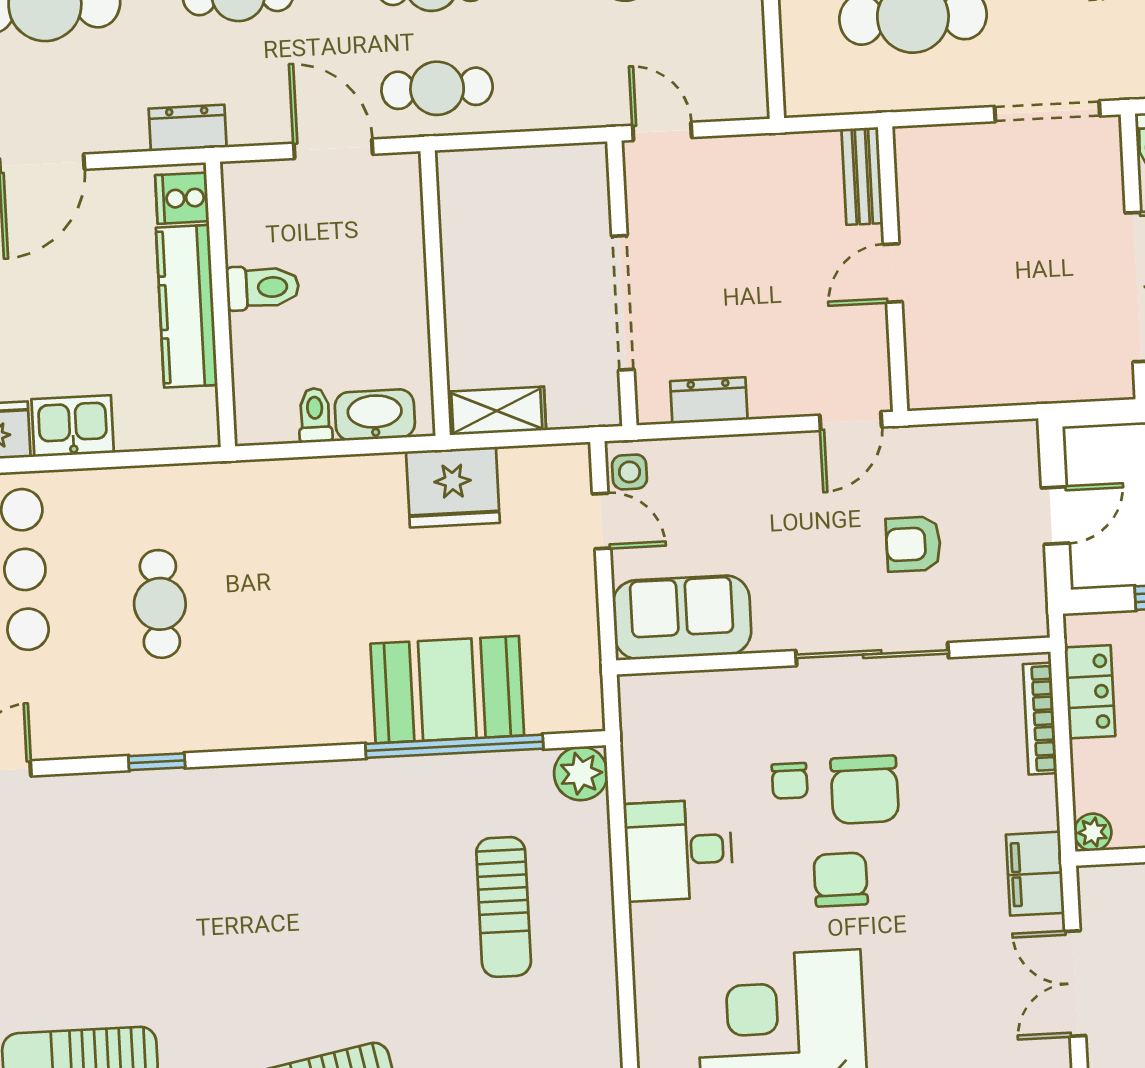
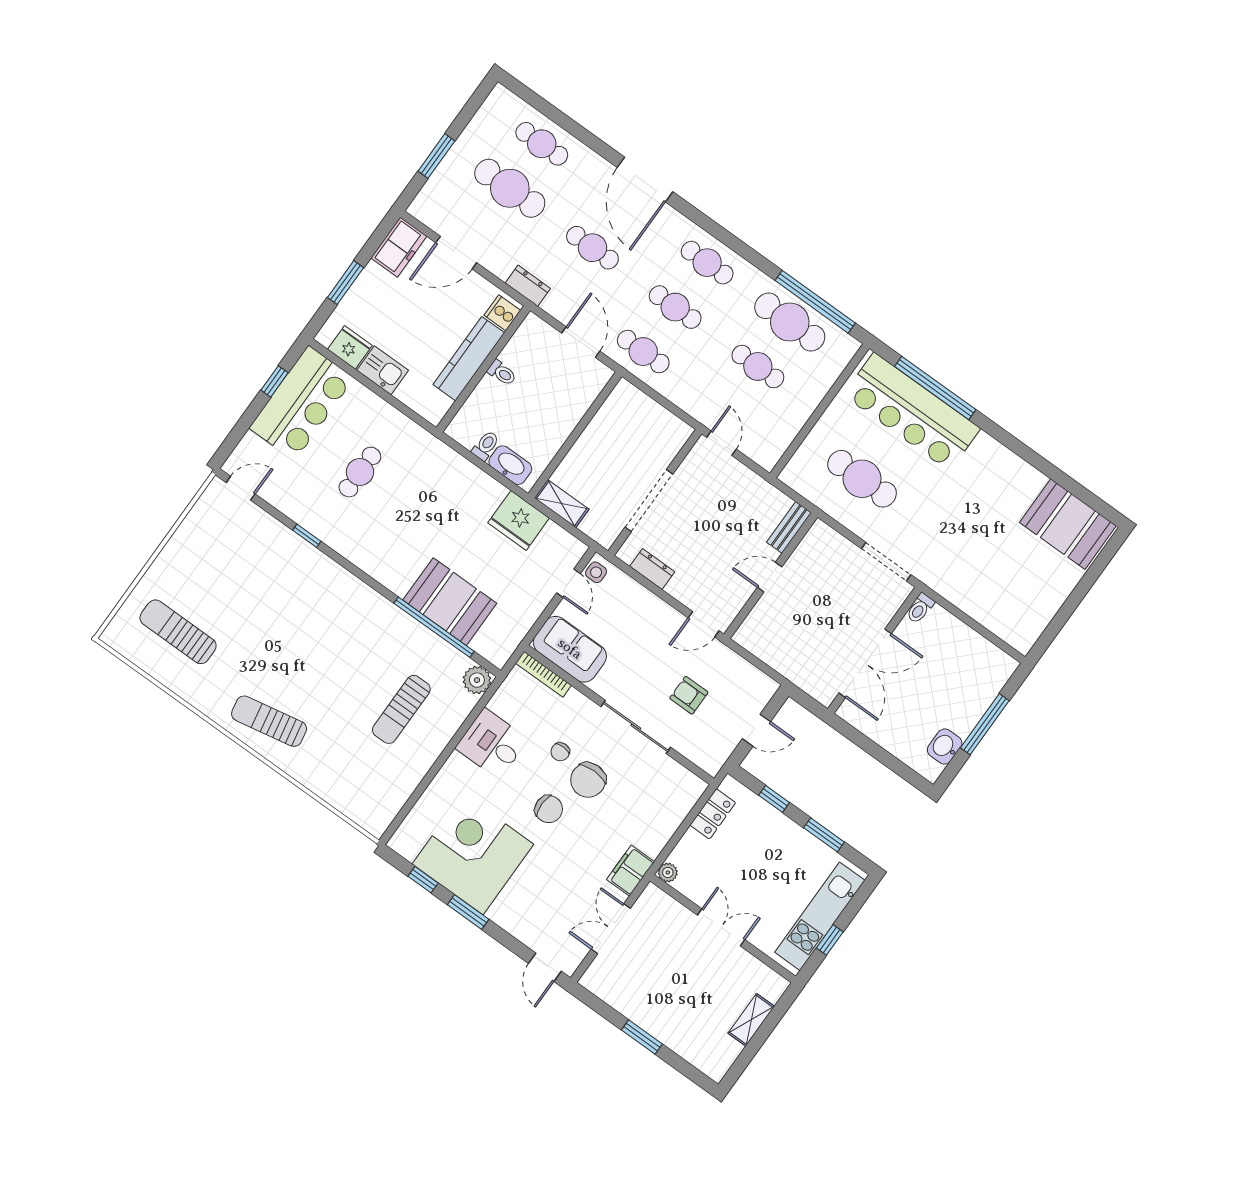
toilet: (262, 287) -> (502, 373), width x0.73, depth x0.72
bookcase: (1040, 719) -> (543, 674), moved, turned -90
chair: (841, 880) -> (549, 809), turned 90

